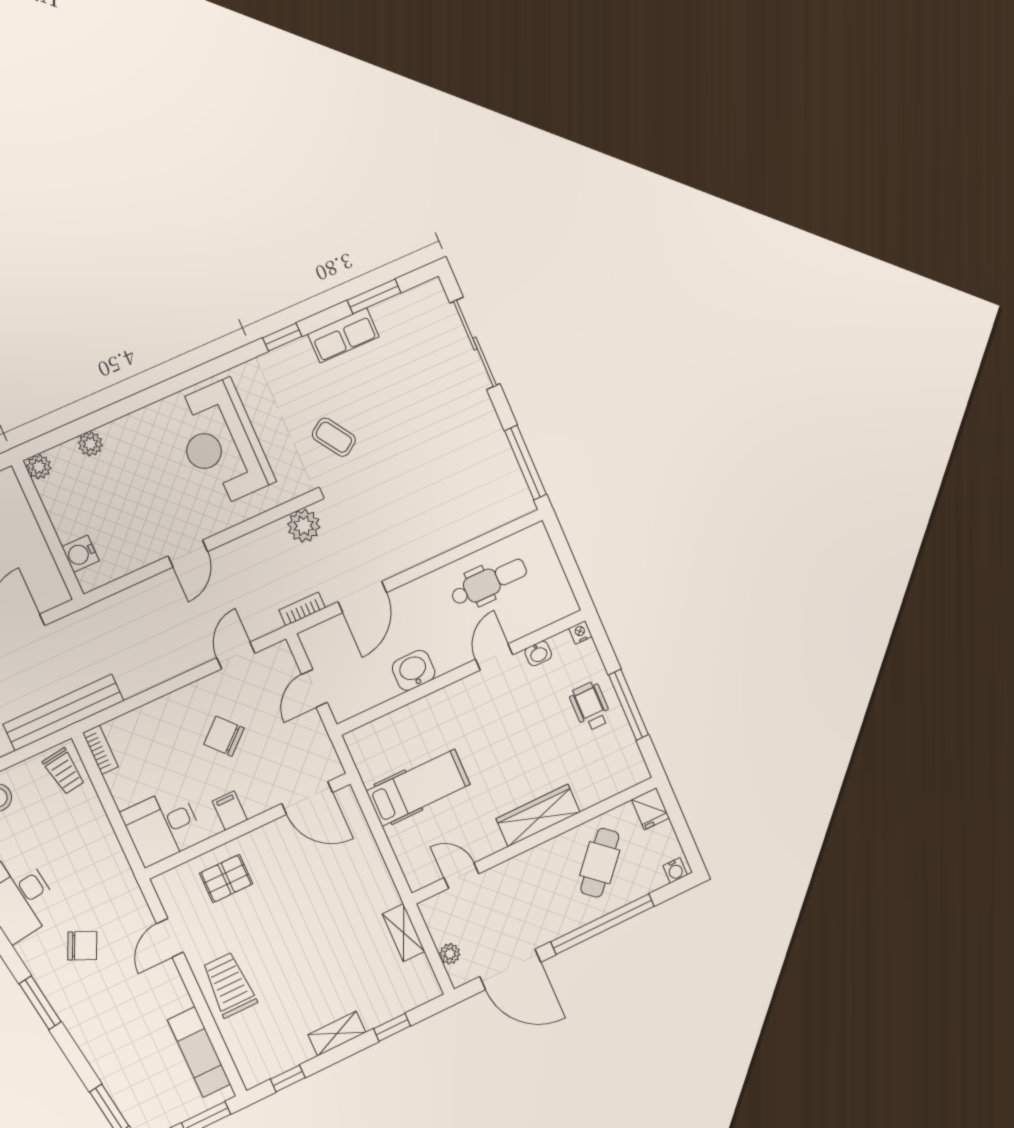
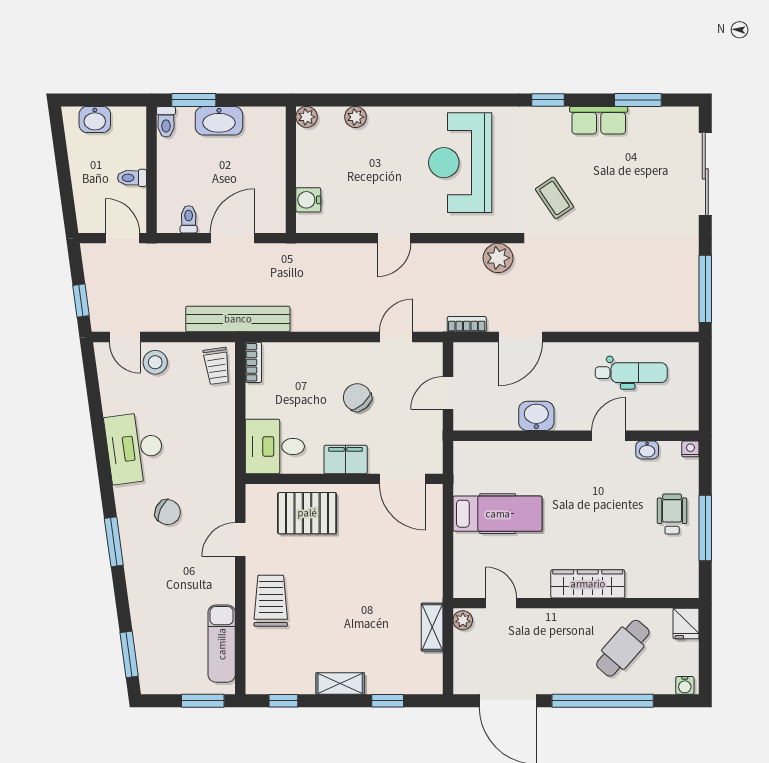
filing cabinet: (230, 811) -> (346, 459), width x2.00
pallet: (226, 879) -> (307, 513), width x1.50, depth x1.42
plant: (450, 954) -> (463, 620), moved

